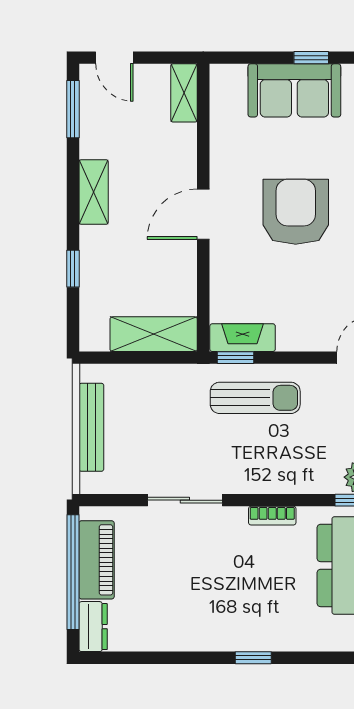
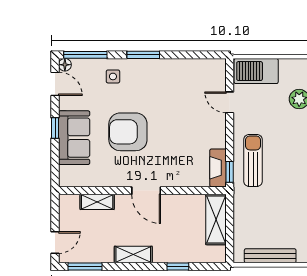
shelving: (184, 93) -> (97, 202), moved
armchair: (296, 212) -> (128, 132), moved

